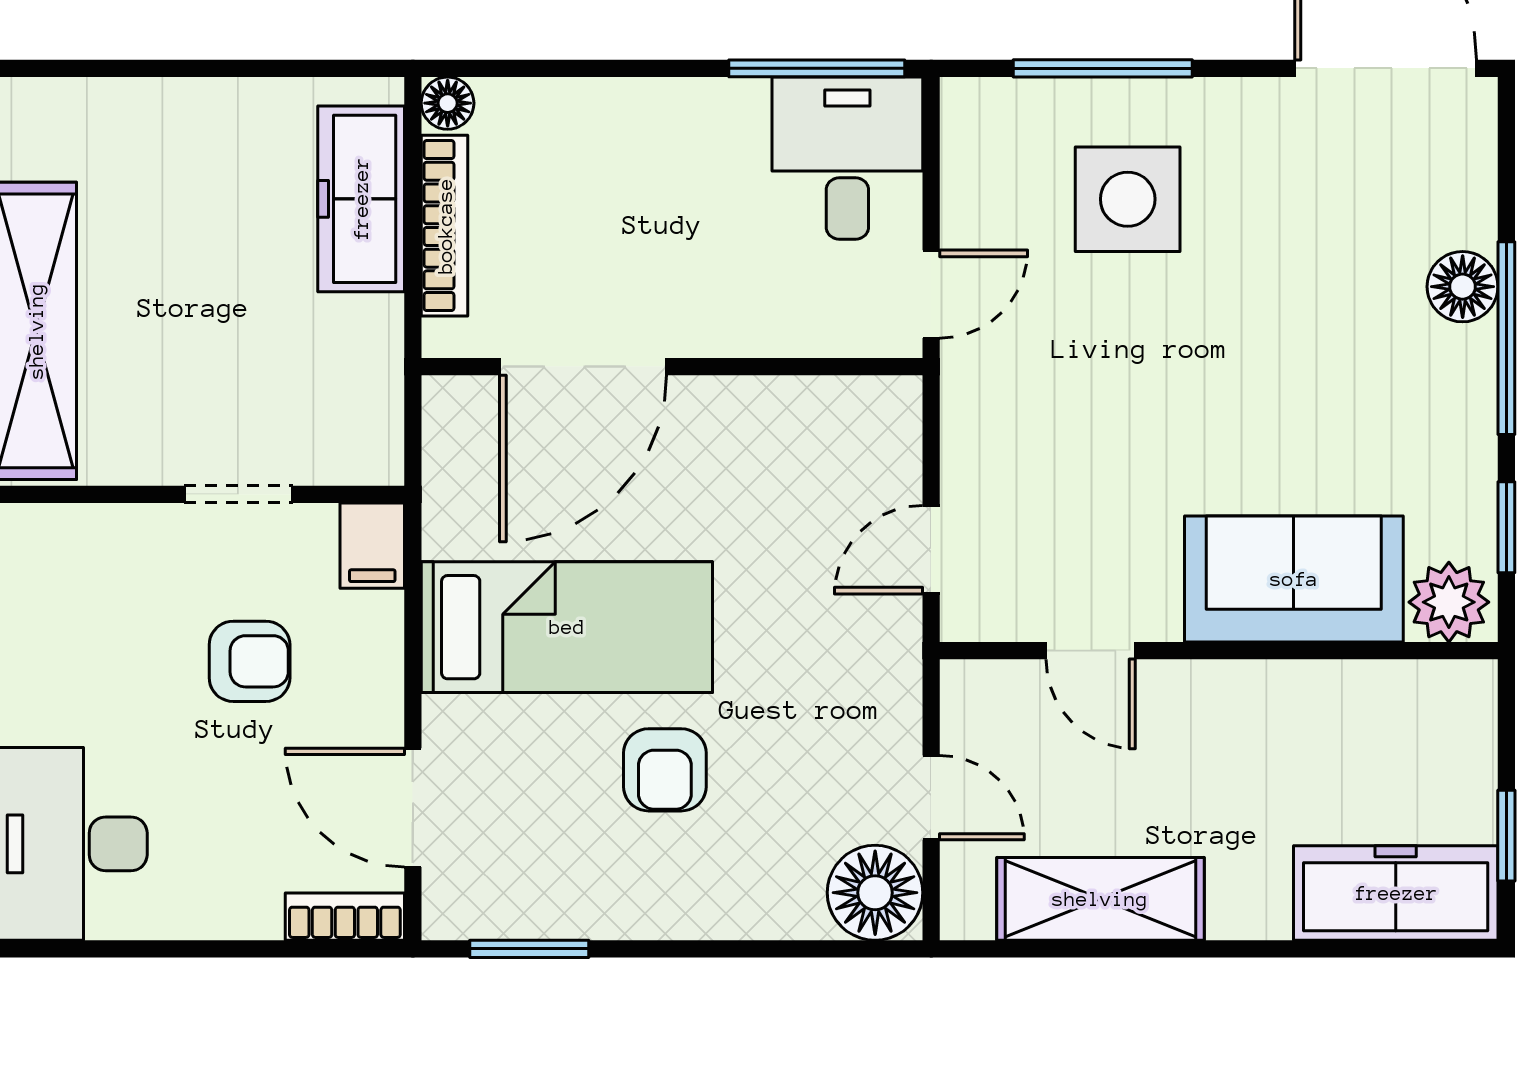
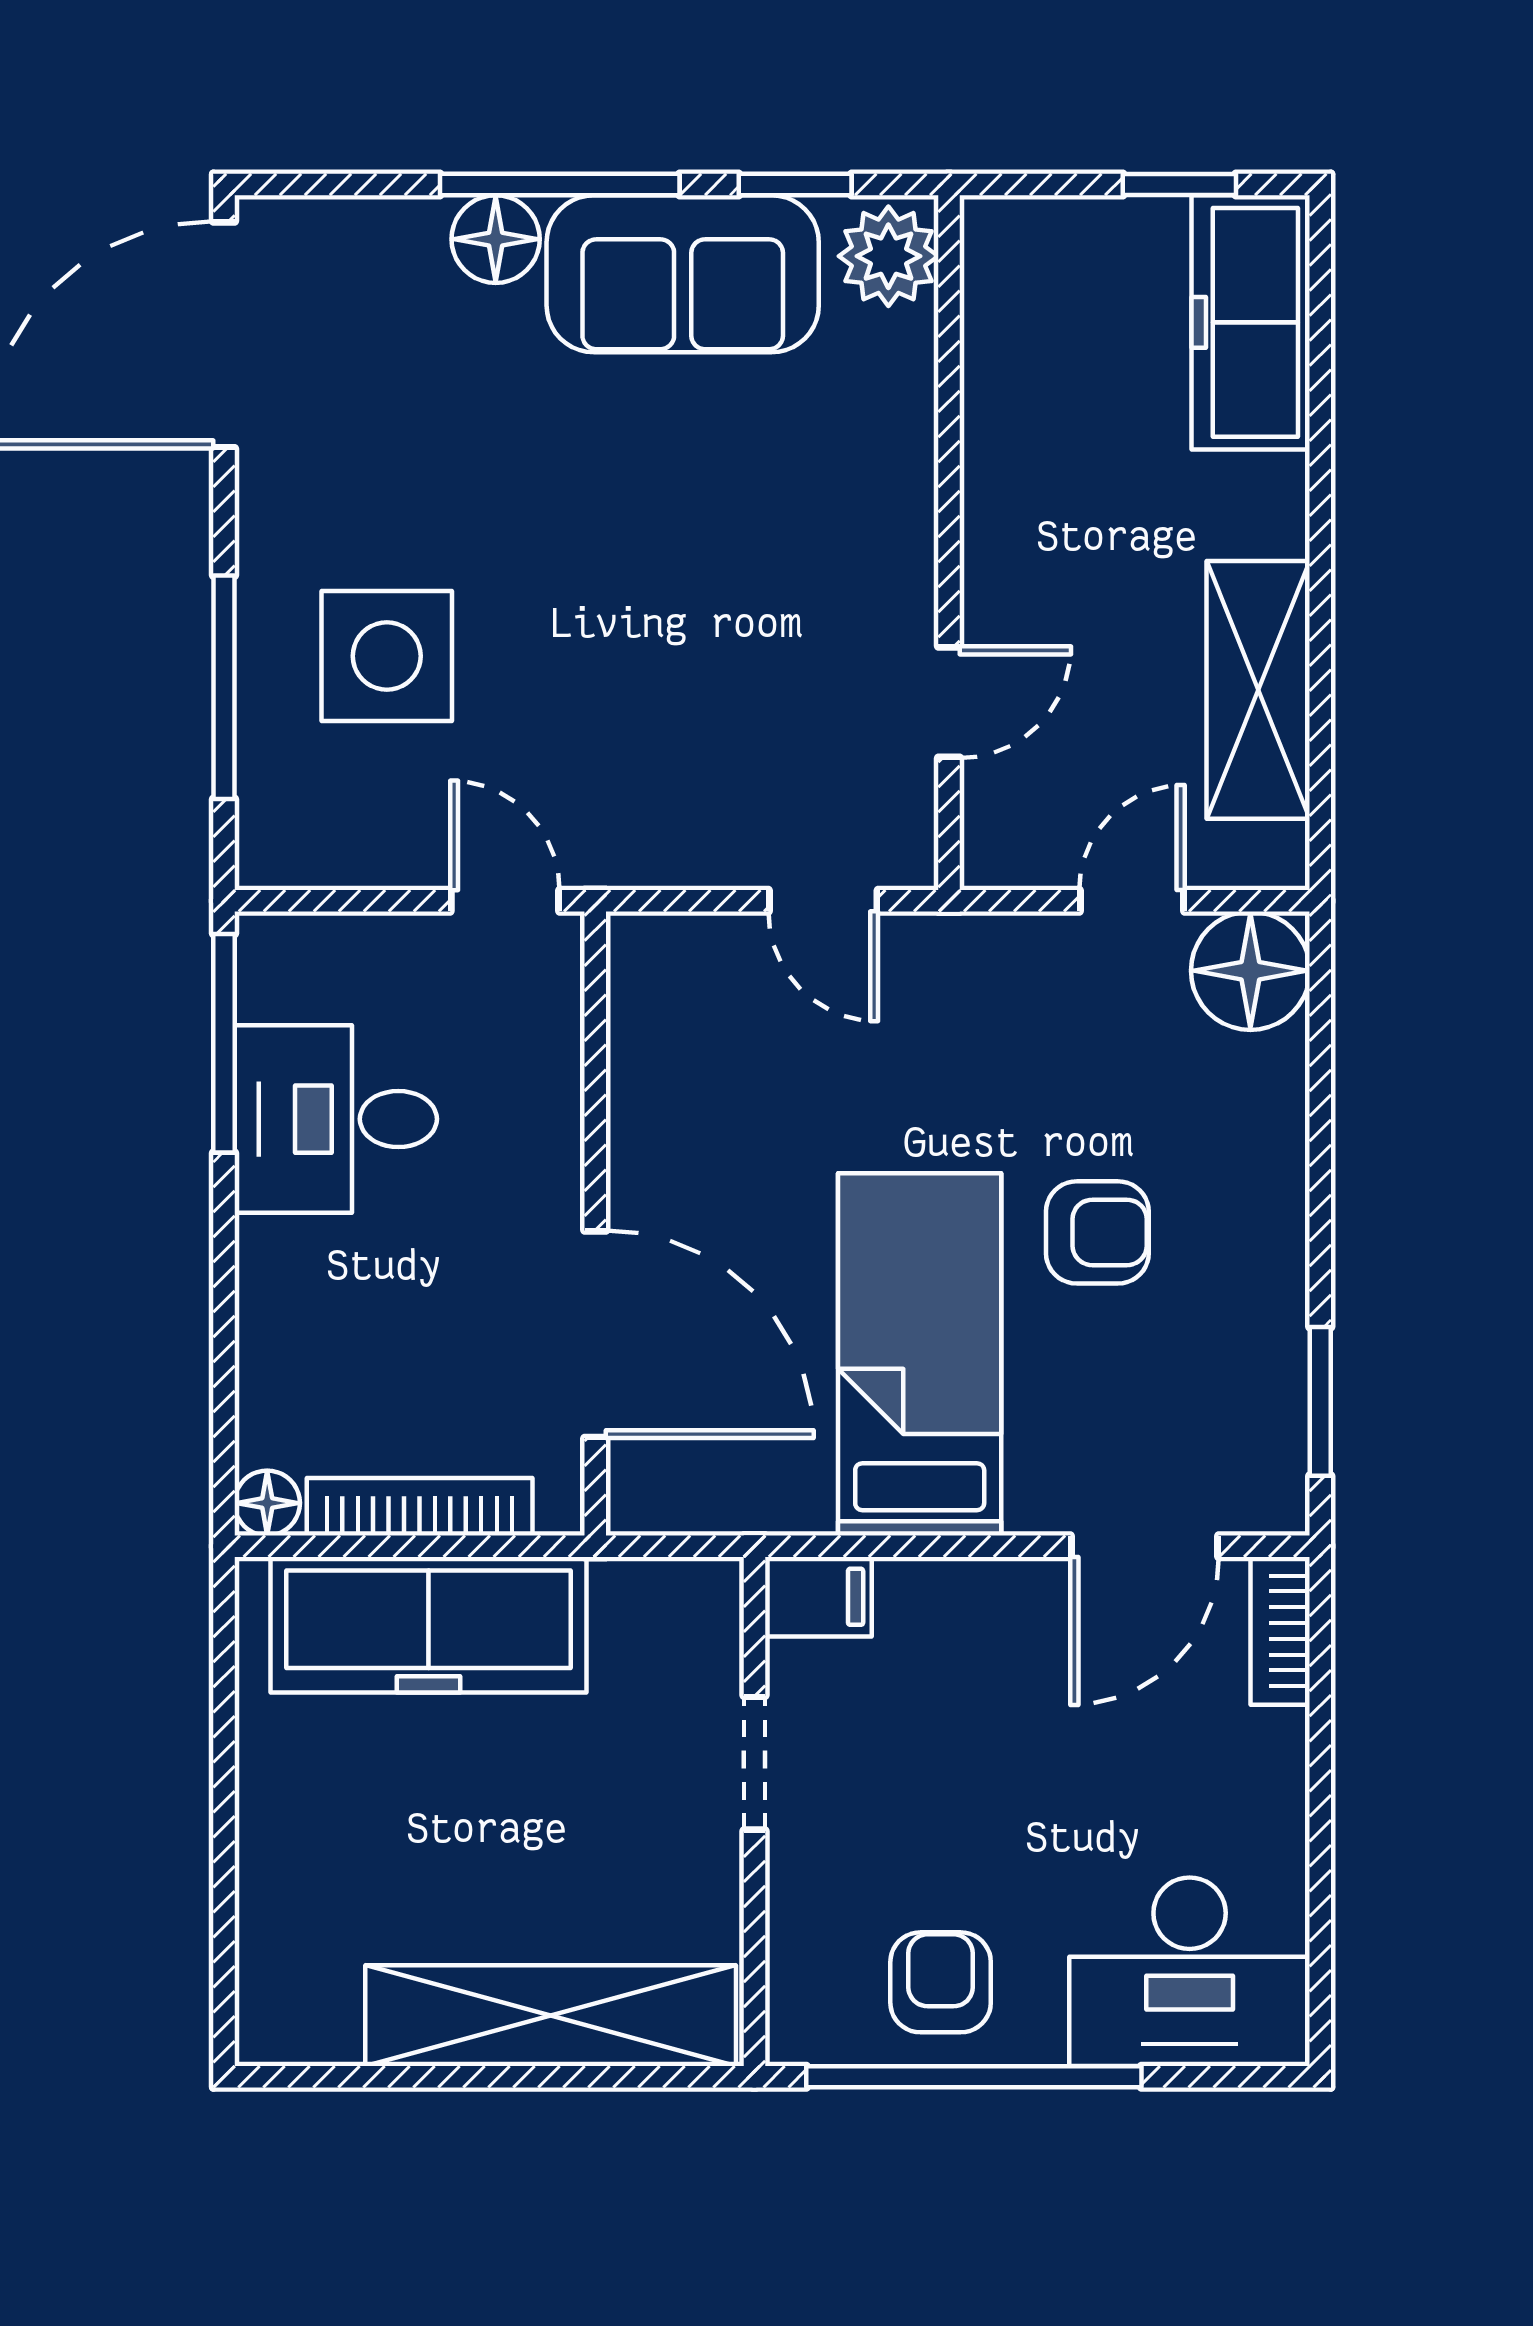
desk: (847, 158) -> (336, 1119), moved
freezer: (361, 199) -> (429, 1625), width x1.36, depth x1.26
sofa: (1294, 579) -> (683, 274), moved, turned -90
armchair: (250, 661) -> (941, 1982), moved

